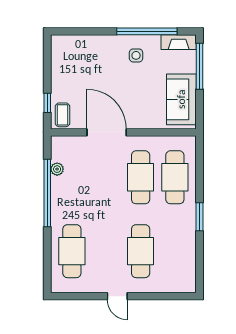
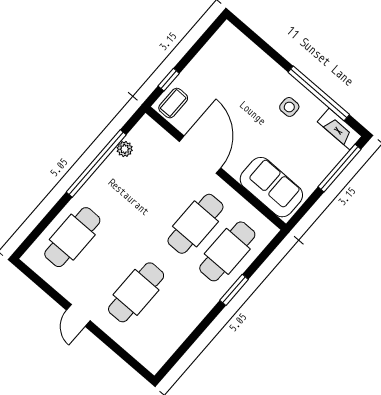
sofa: (181, 99) -> (271, 187), moved, turned 90
window: (199, 217) -> (234, 290), moved

